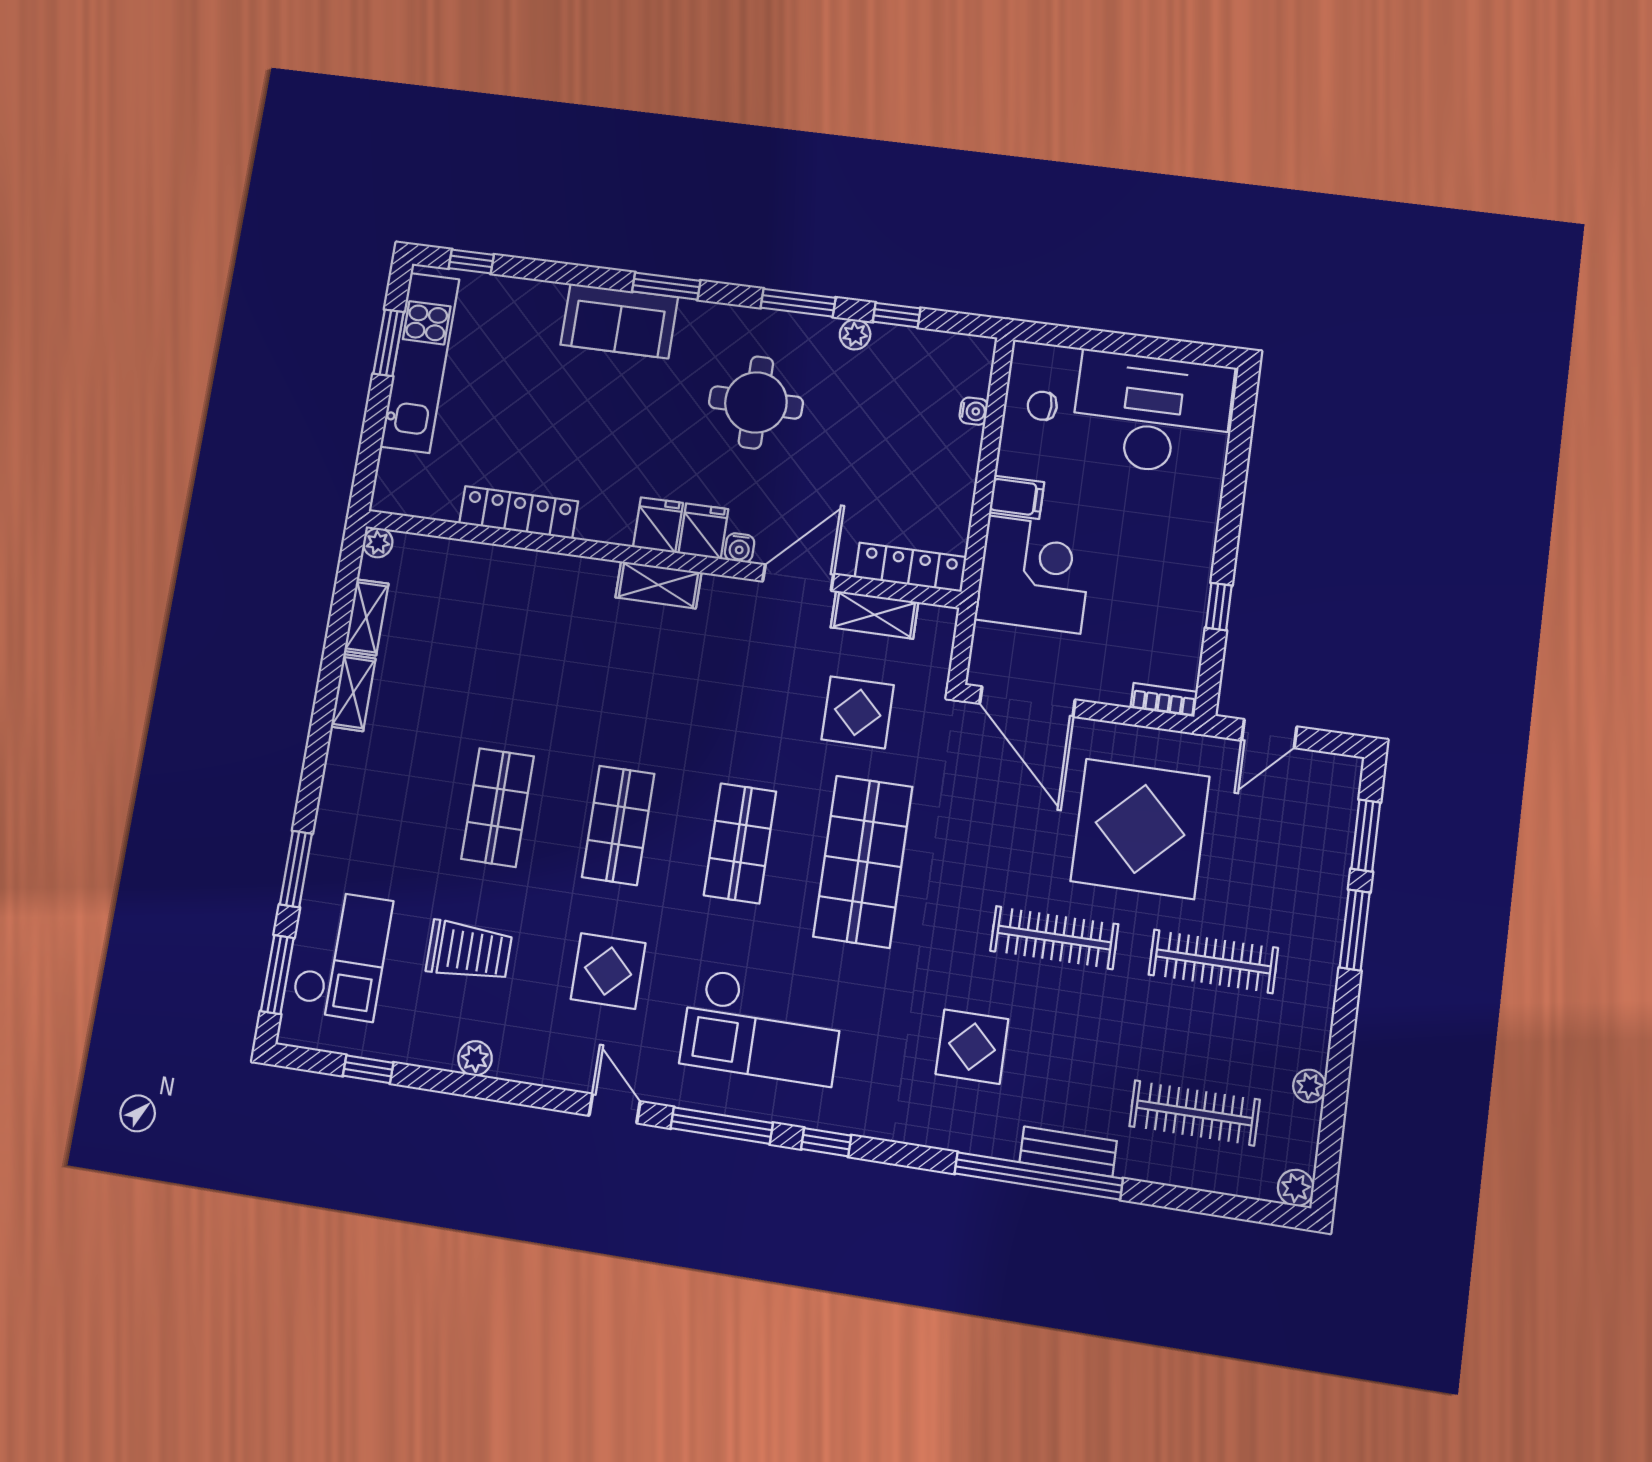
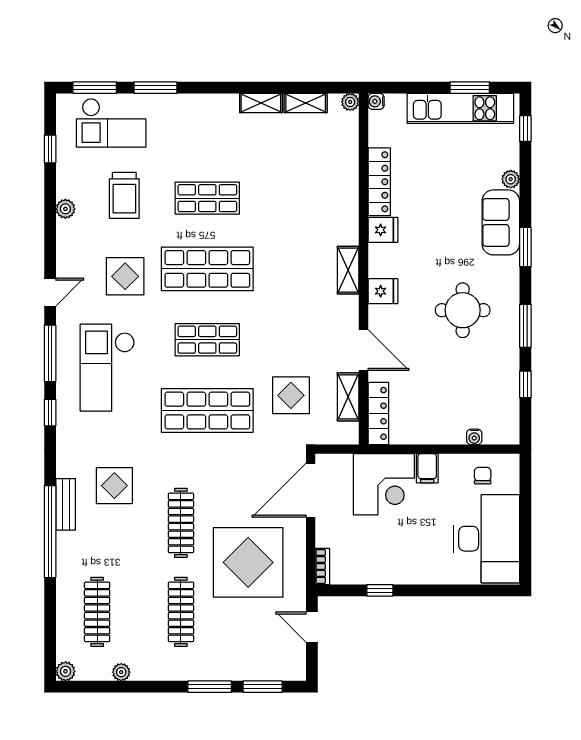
plant: (855, 334) -> (511, 179), moved
fridge: (658, 525) -> (383, 230), moved
water cooler: (740, 548) -> (376, 101), moved
shop shelf: (618, 825) -> (207, 269), width x1.43, depth x1.36
bench: (1068, 1152) -> (66, 504), moved

